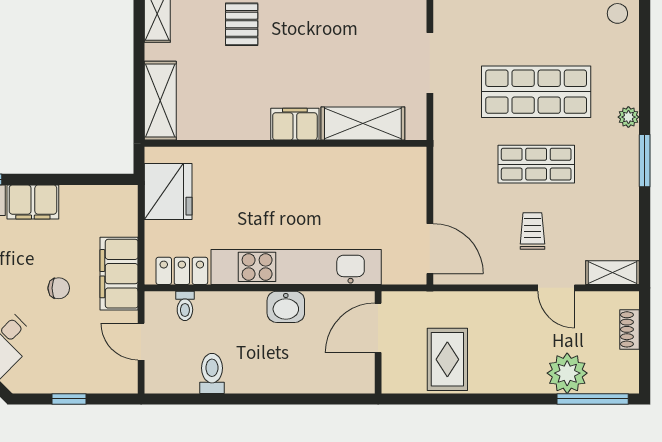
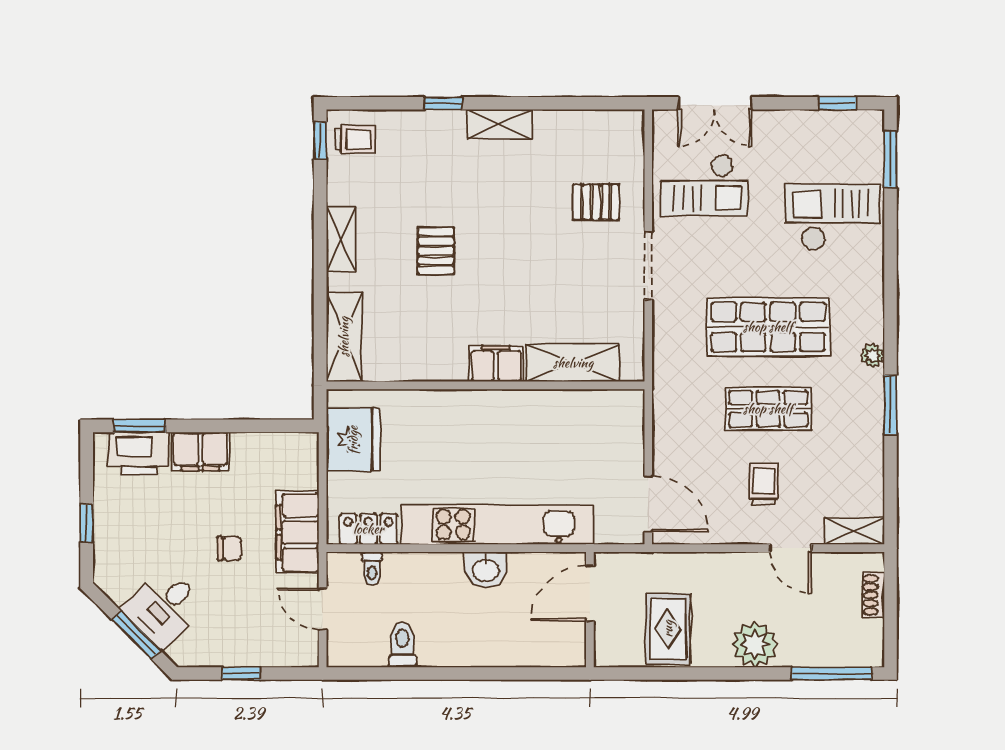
doorway: (430, 63) -> (648, 266), moved
plant: (567, 373) -> (755, 645), moved

